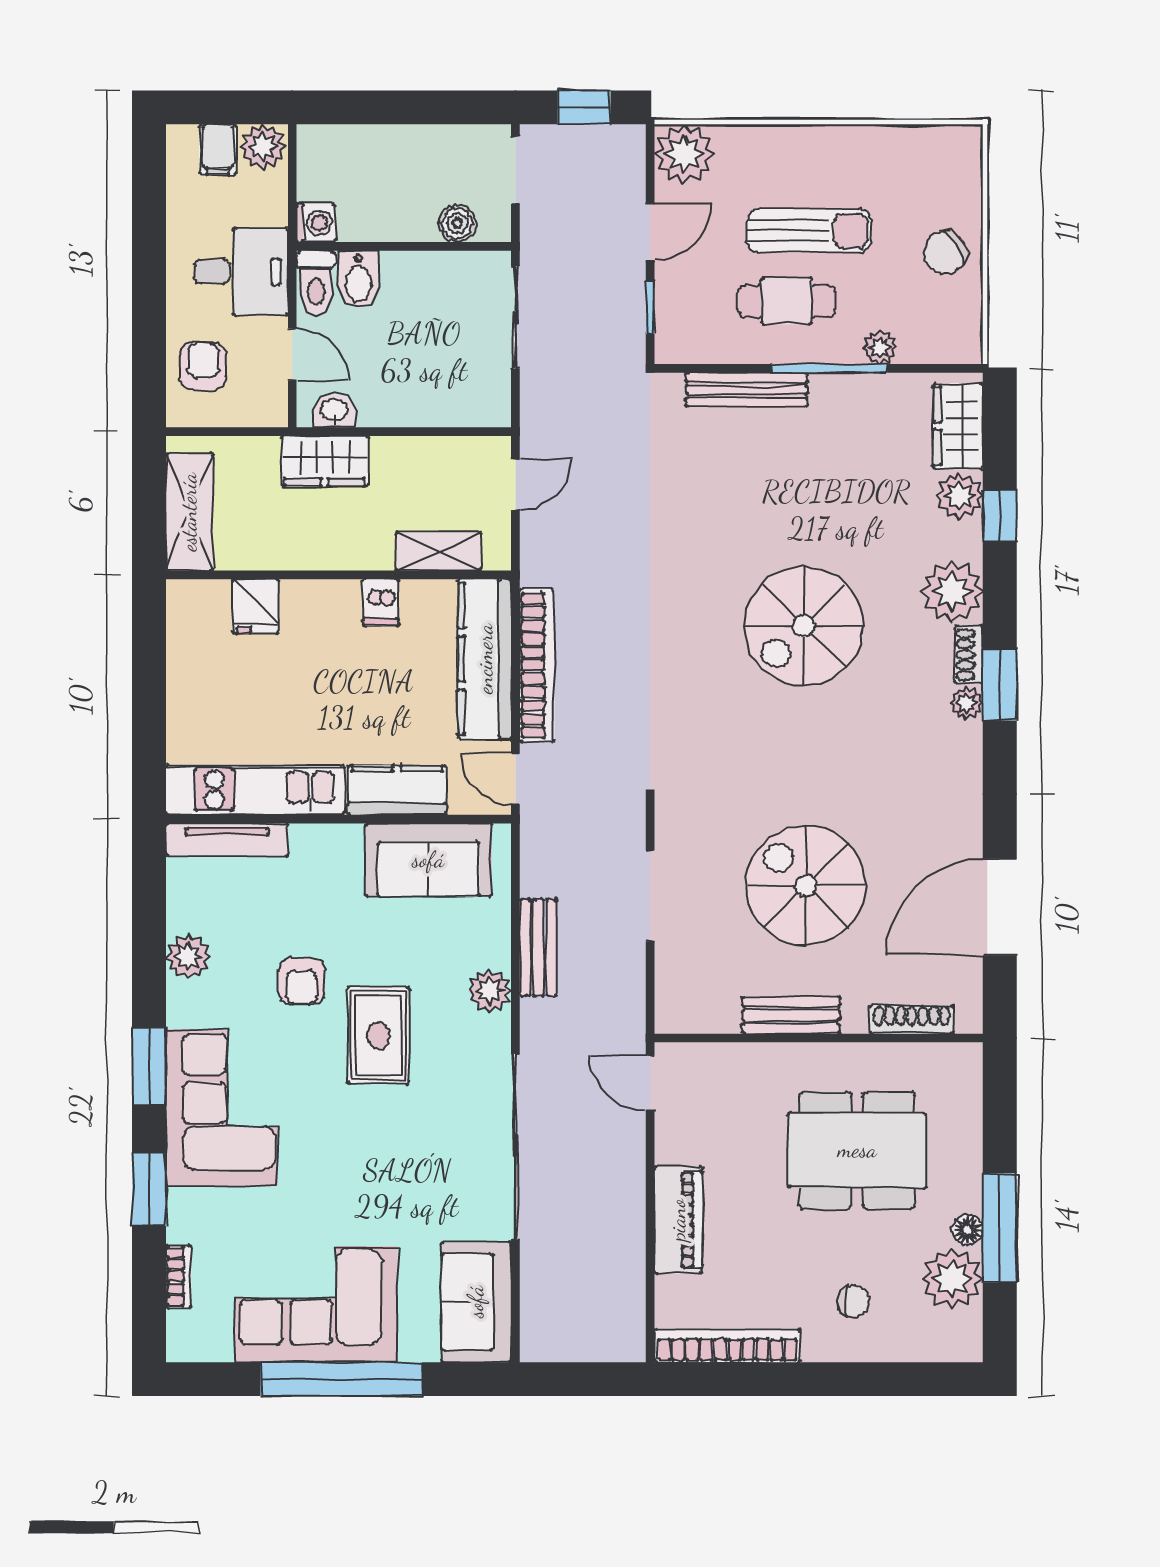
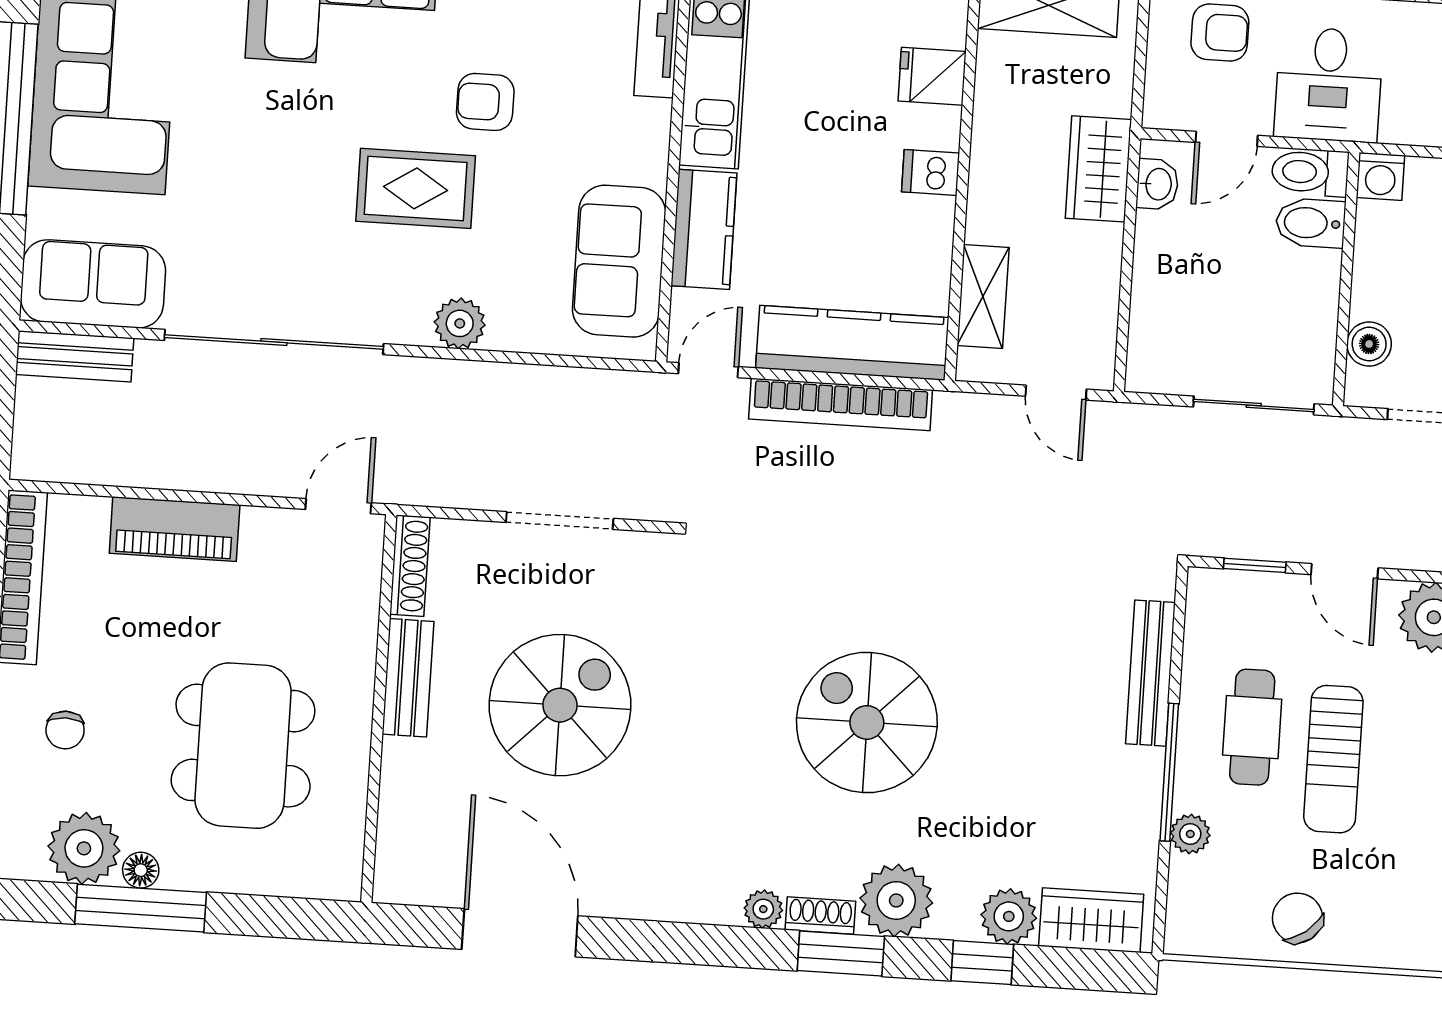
dishwasher: (381, 602) -> (931, 172), moved
window: (1000, 685) -> (841, 953), moved
bench: (538, 948) -> (75, 356), moved
shoe rack: (912, 1019) -> (410, 566), moved

